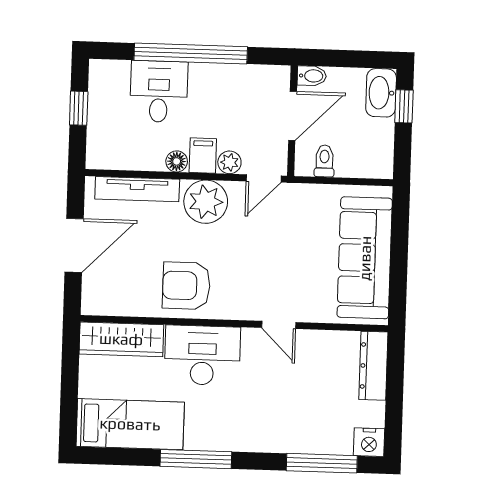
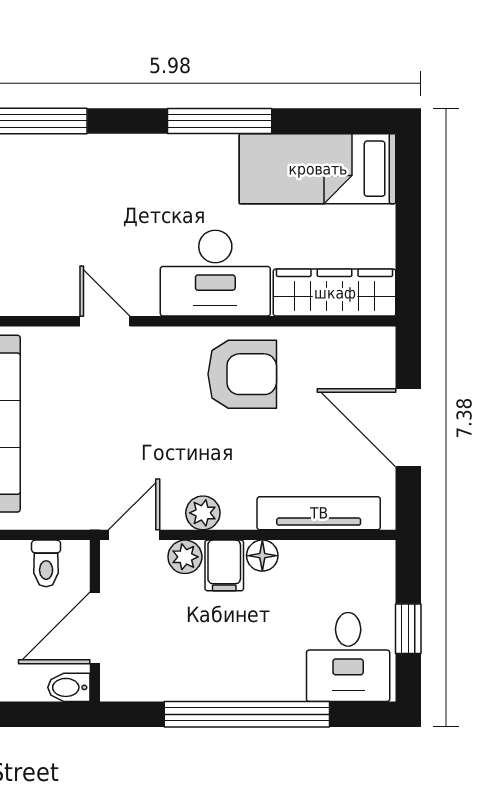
desk: (159, 92) -> (348, 657), moved
plant: (206, 202) -> (203, 513), width x0.53, depth x0.53
door: (74, 245) -> (408, 428), hinge flipped

